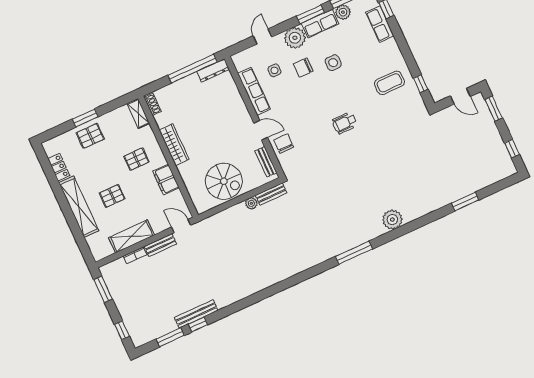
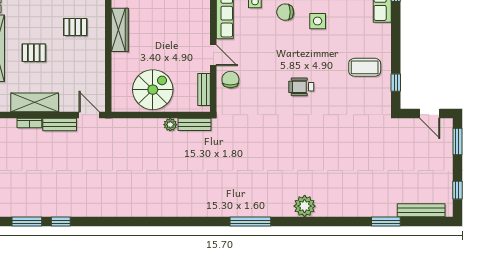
filing cabinet: (166, 180) -> (95, 61), removed
spiral stairs: (224, 181) -> (153, 90), turned -90
bench: (196, 314) -> (421, 210), moved

